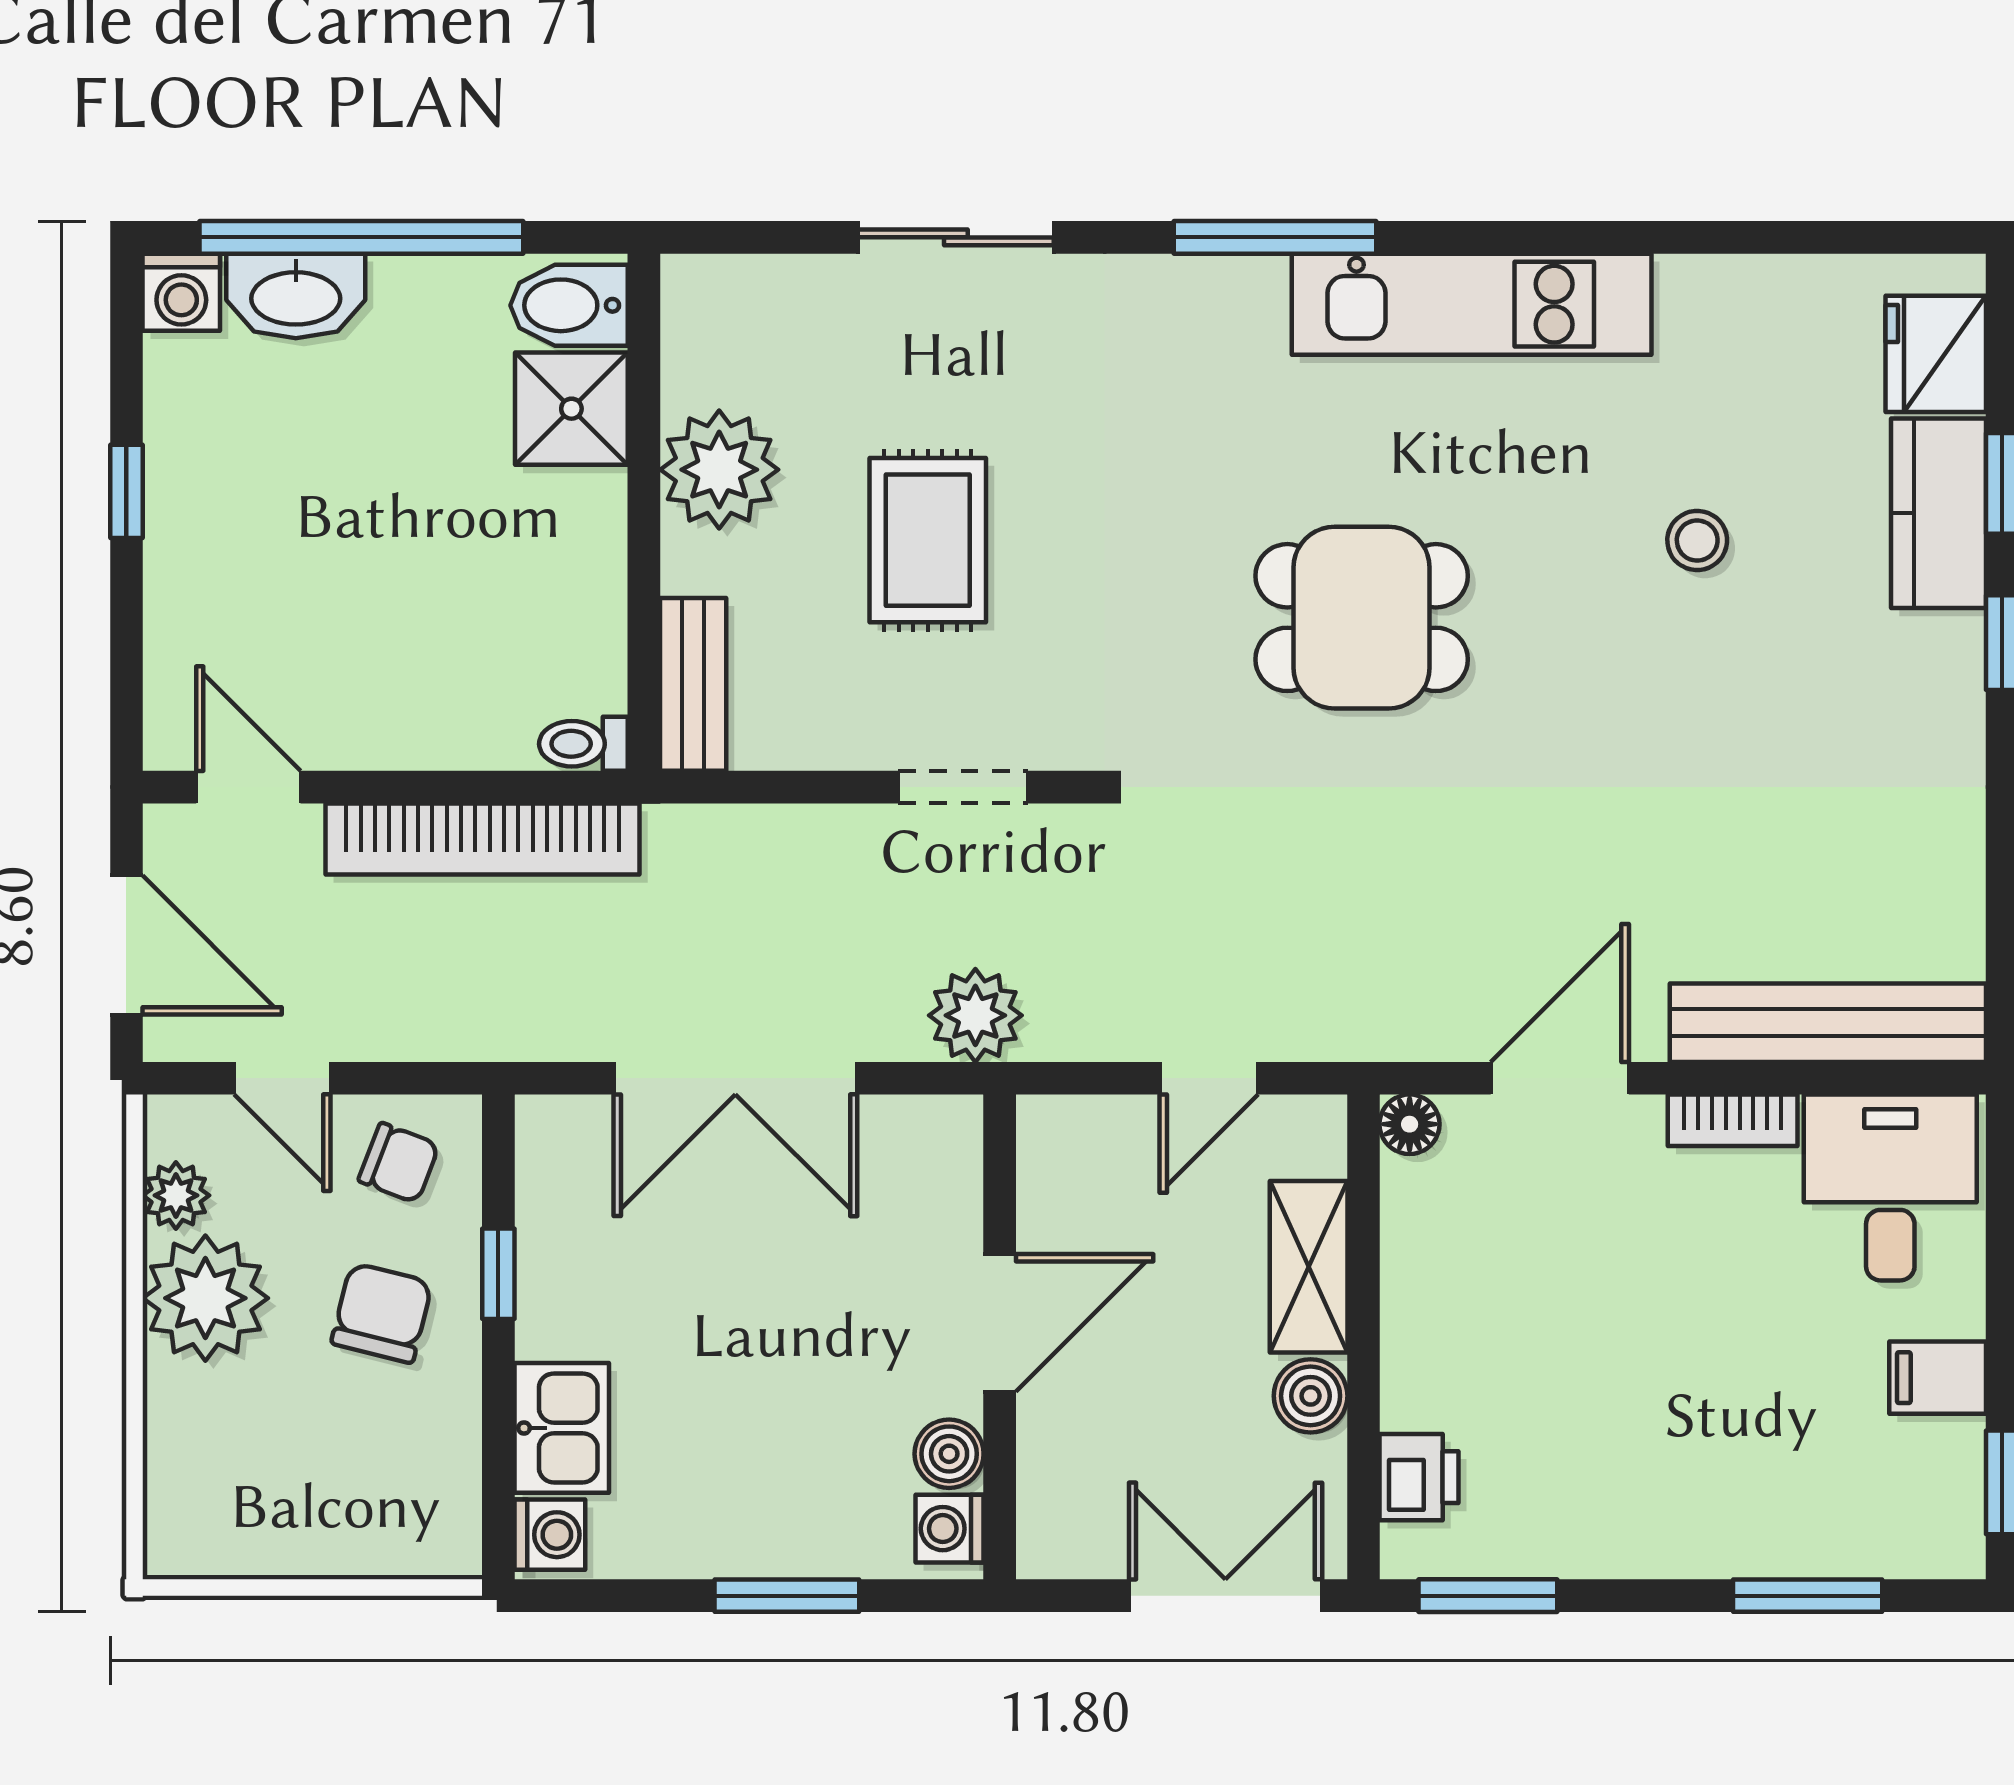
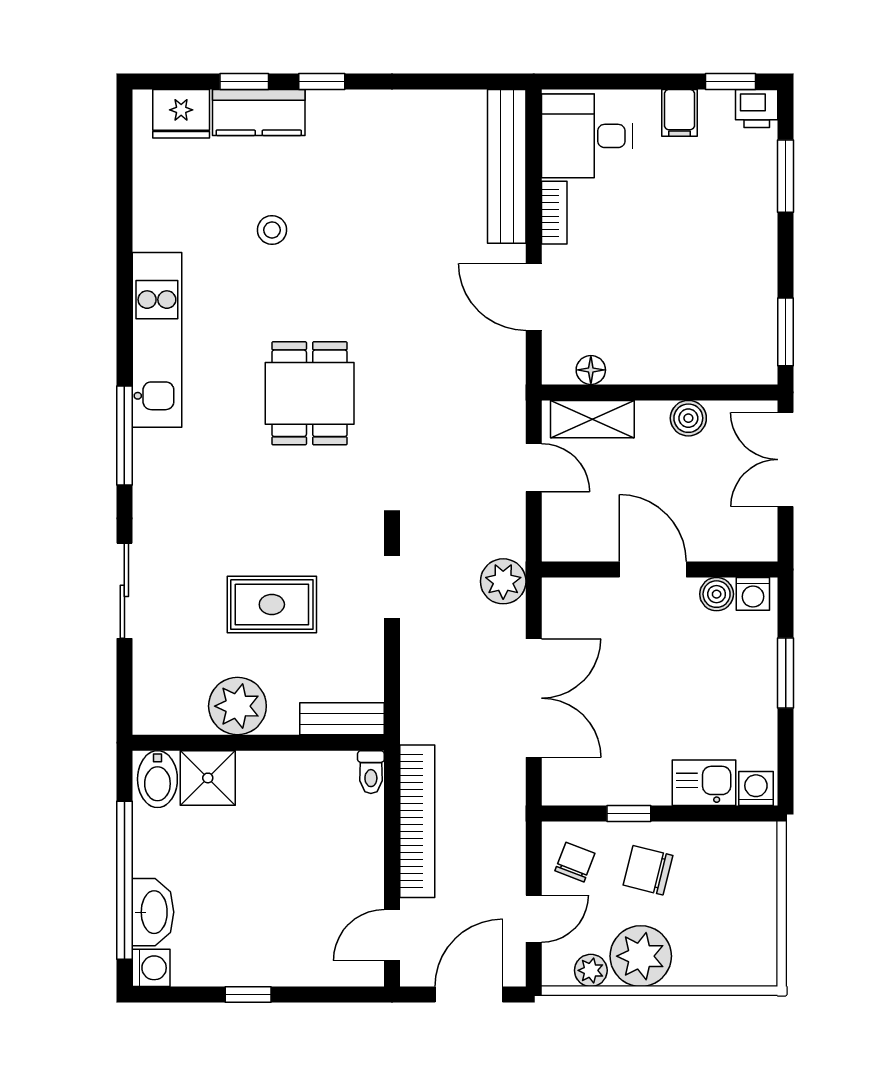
floor lamp: (1410, 1124) -> (591, 370), moved
shelving: (1309, 1267) -> (592, 419), moved
printer: (1419, 1477) -> (757, 109), moved, turned 180

